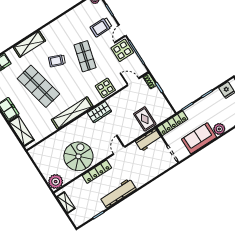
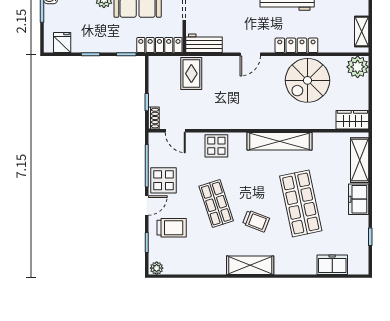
shelving: (29, 44) -> (250, 265), moved
shop shelf: (85, 56) -> (216, 203), turned -33
wardrobe: (99, 112) -> (352, 120), moved

